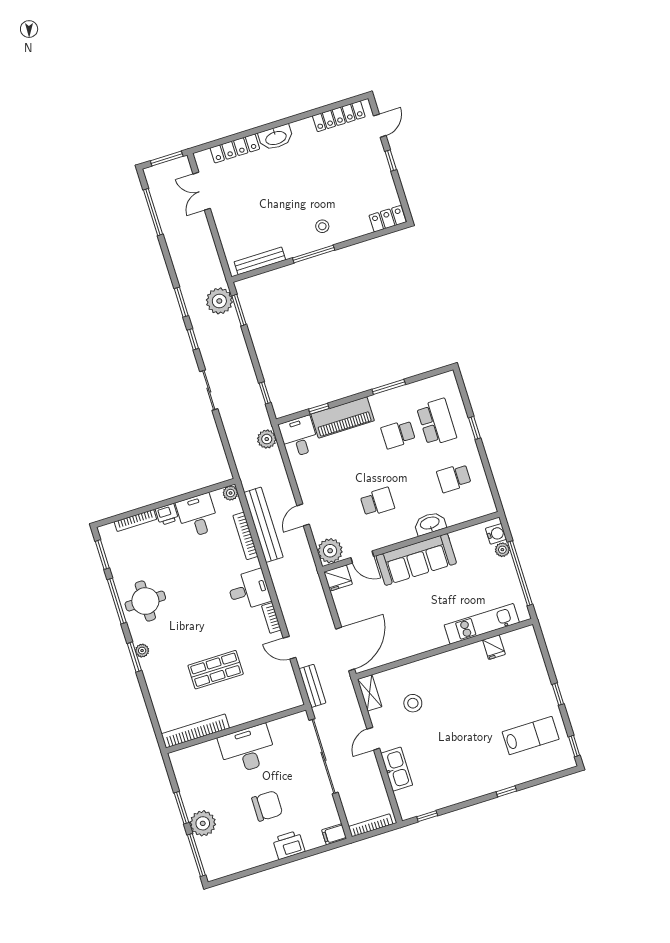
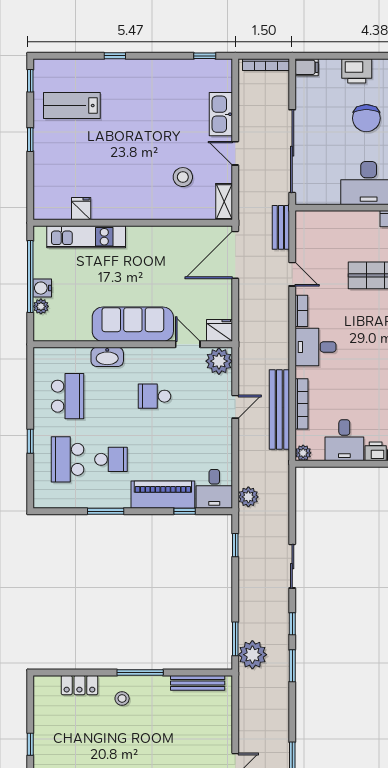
locker: (388, 219) -> (79, 685), moved
school desk: (454, 478) -> (68, 396), width x1.85
water cooler: (496, 534) -> (42, 288), moved
door: (373, 739) -> (235, 153), swing flipped
chair: (267, 806) -> (366, 118), turned -90

